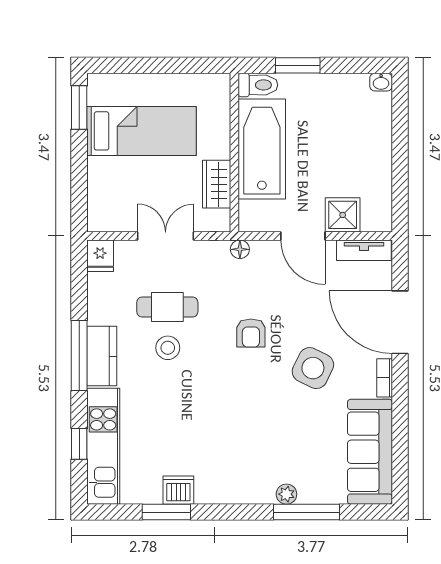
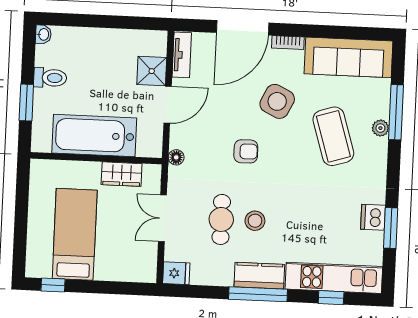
toilet: (258, 85) -> (50, 78), moved, turned 90
window: (79, 107) -> (53, 285), width x0.67
coffee table: (274, 438) -> (333, 136), added

